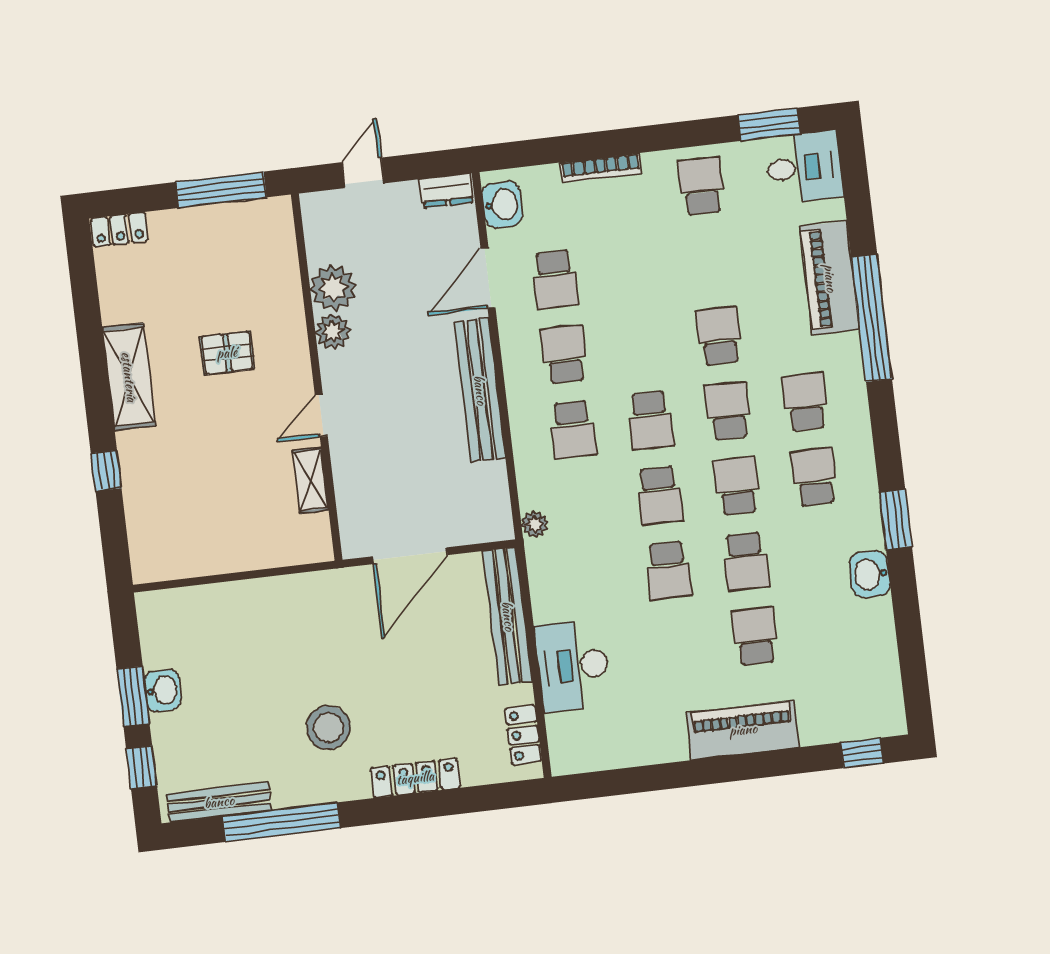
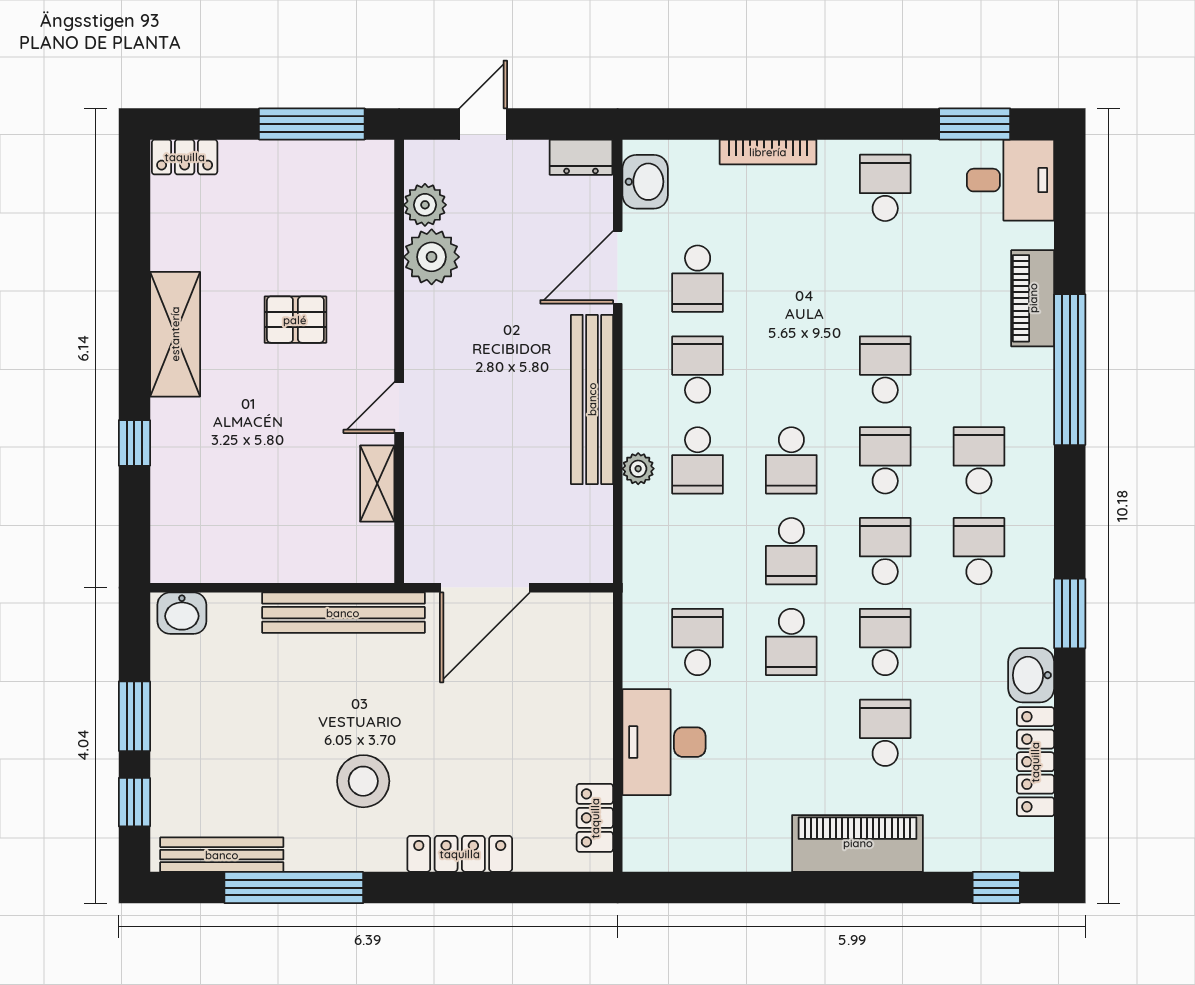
piano: (830, 278) -> (1033, 298), width x0.73, depth x0.75
plant: (333, 331) -> (425, 205), moved
plant: (535, 524) -> (638, 469), moved
school desk: (746, 561) -> (885, 642), turned 180
school desk: (591, 580) -> (698, 642), added
bench: (508, 616) -> (343, 613), moved, turned 90
locker: (882, 645) -> (1035, 762), added
washbasin: (163, 690) -> (182, 613), moved, turned 90

